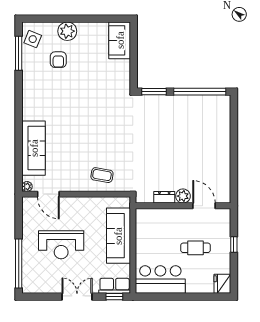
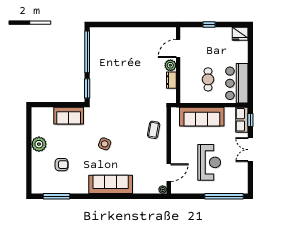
plant: (67, 31) -> (39, 144), moved
side table: (33, 39) -> (105, 144), moved
sofa: (120, 40) -> (69, 116), moved
sofa: (34, 148) -> (111, 184), moved
cafe table: (196, 248) -> (208, 79), moved

